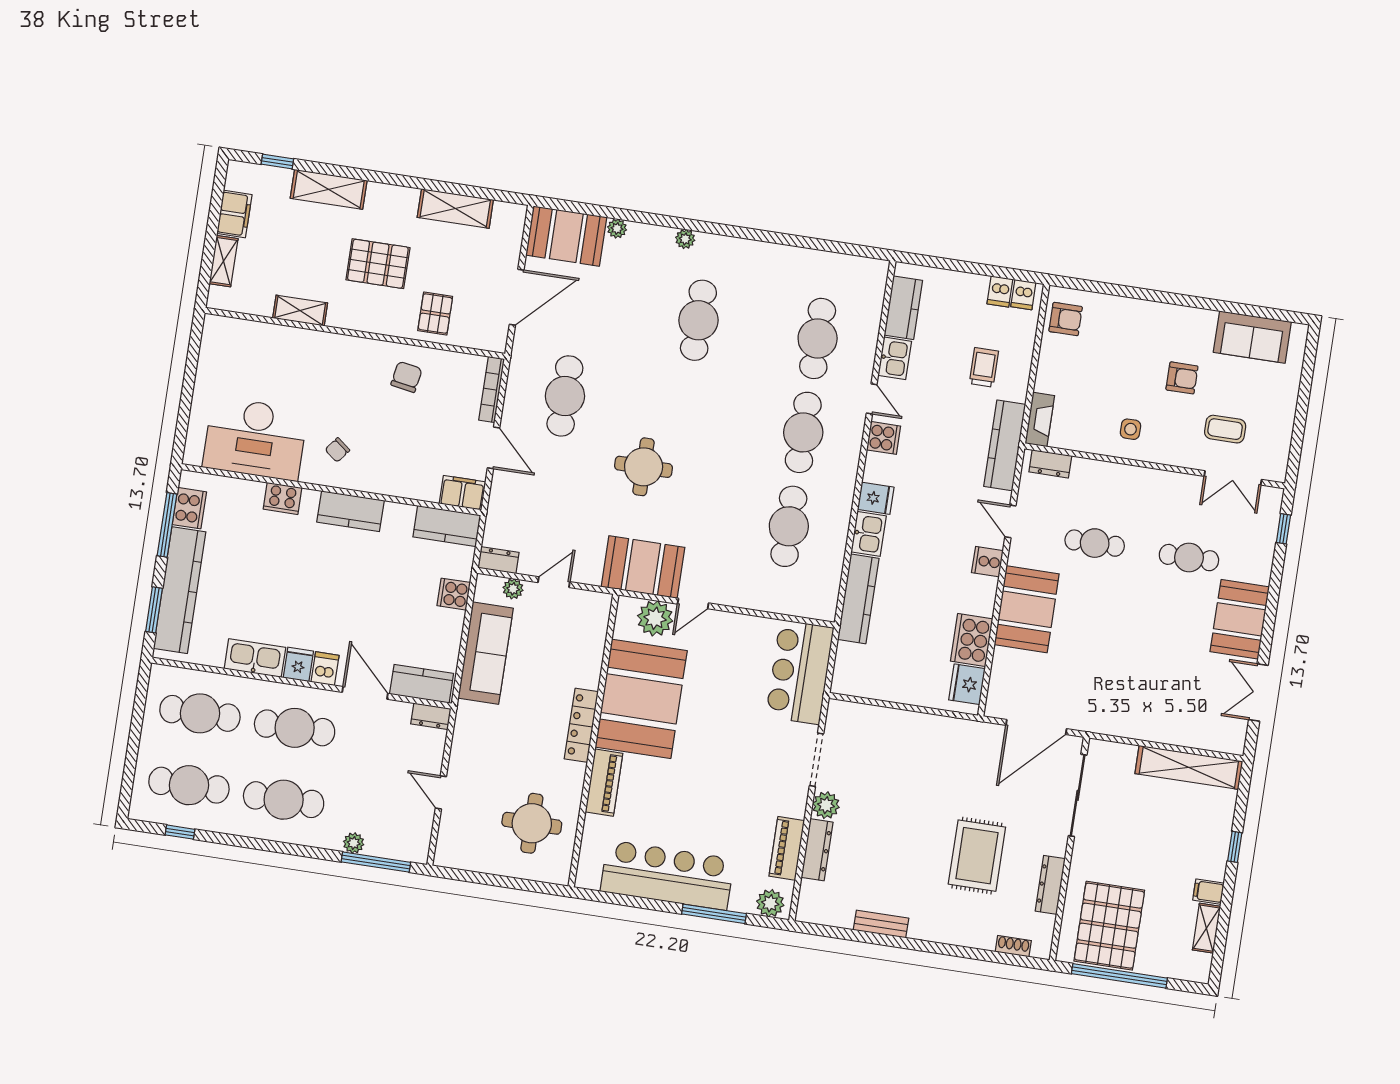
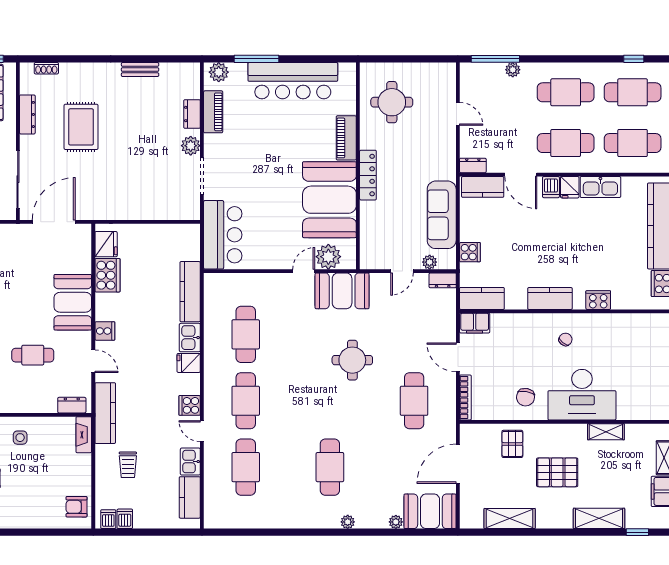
desk: (255, 439) -> (582, 395), moved, turned 180
dresser: (817, 850) -> (192, 114), width x0.70

